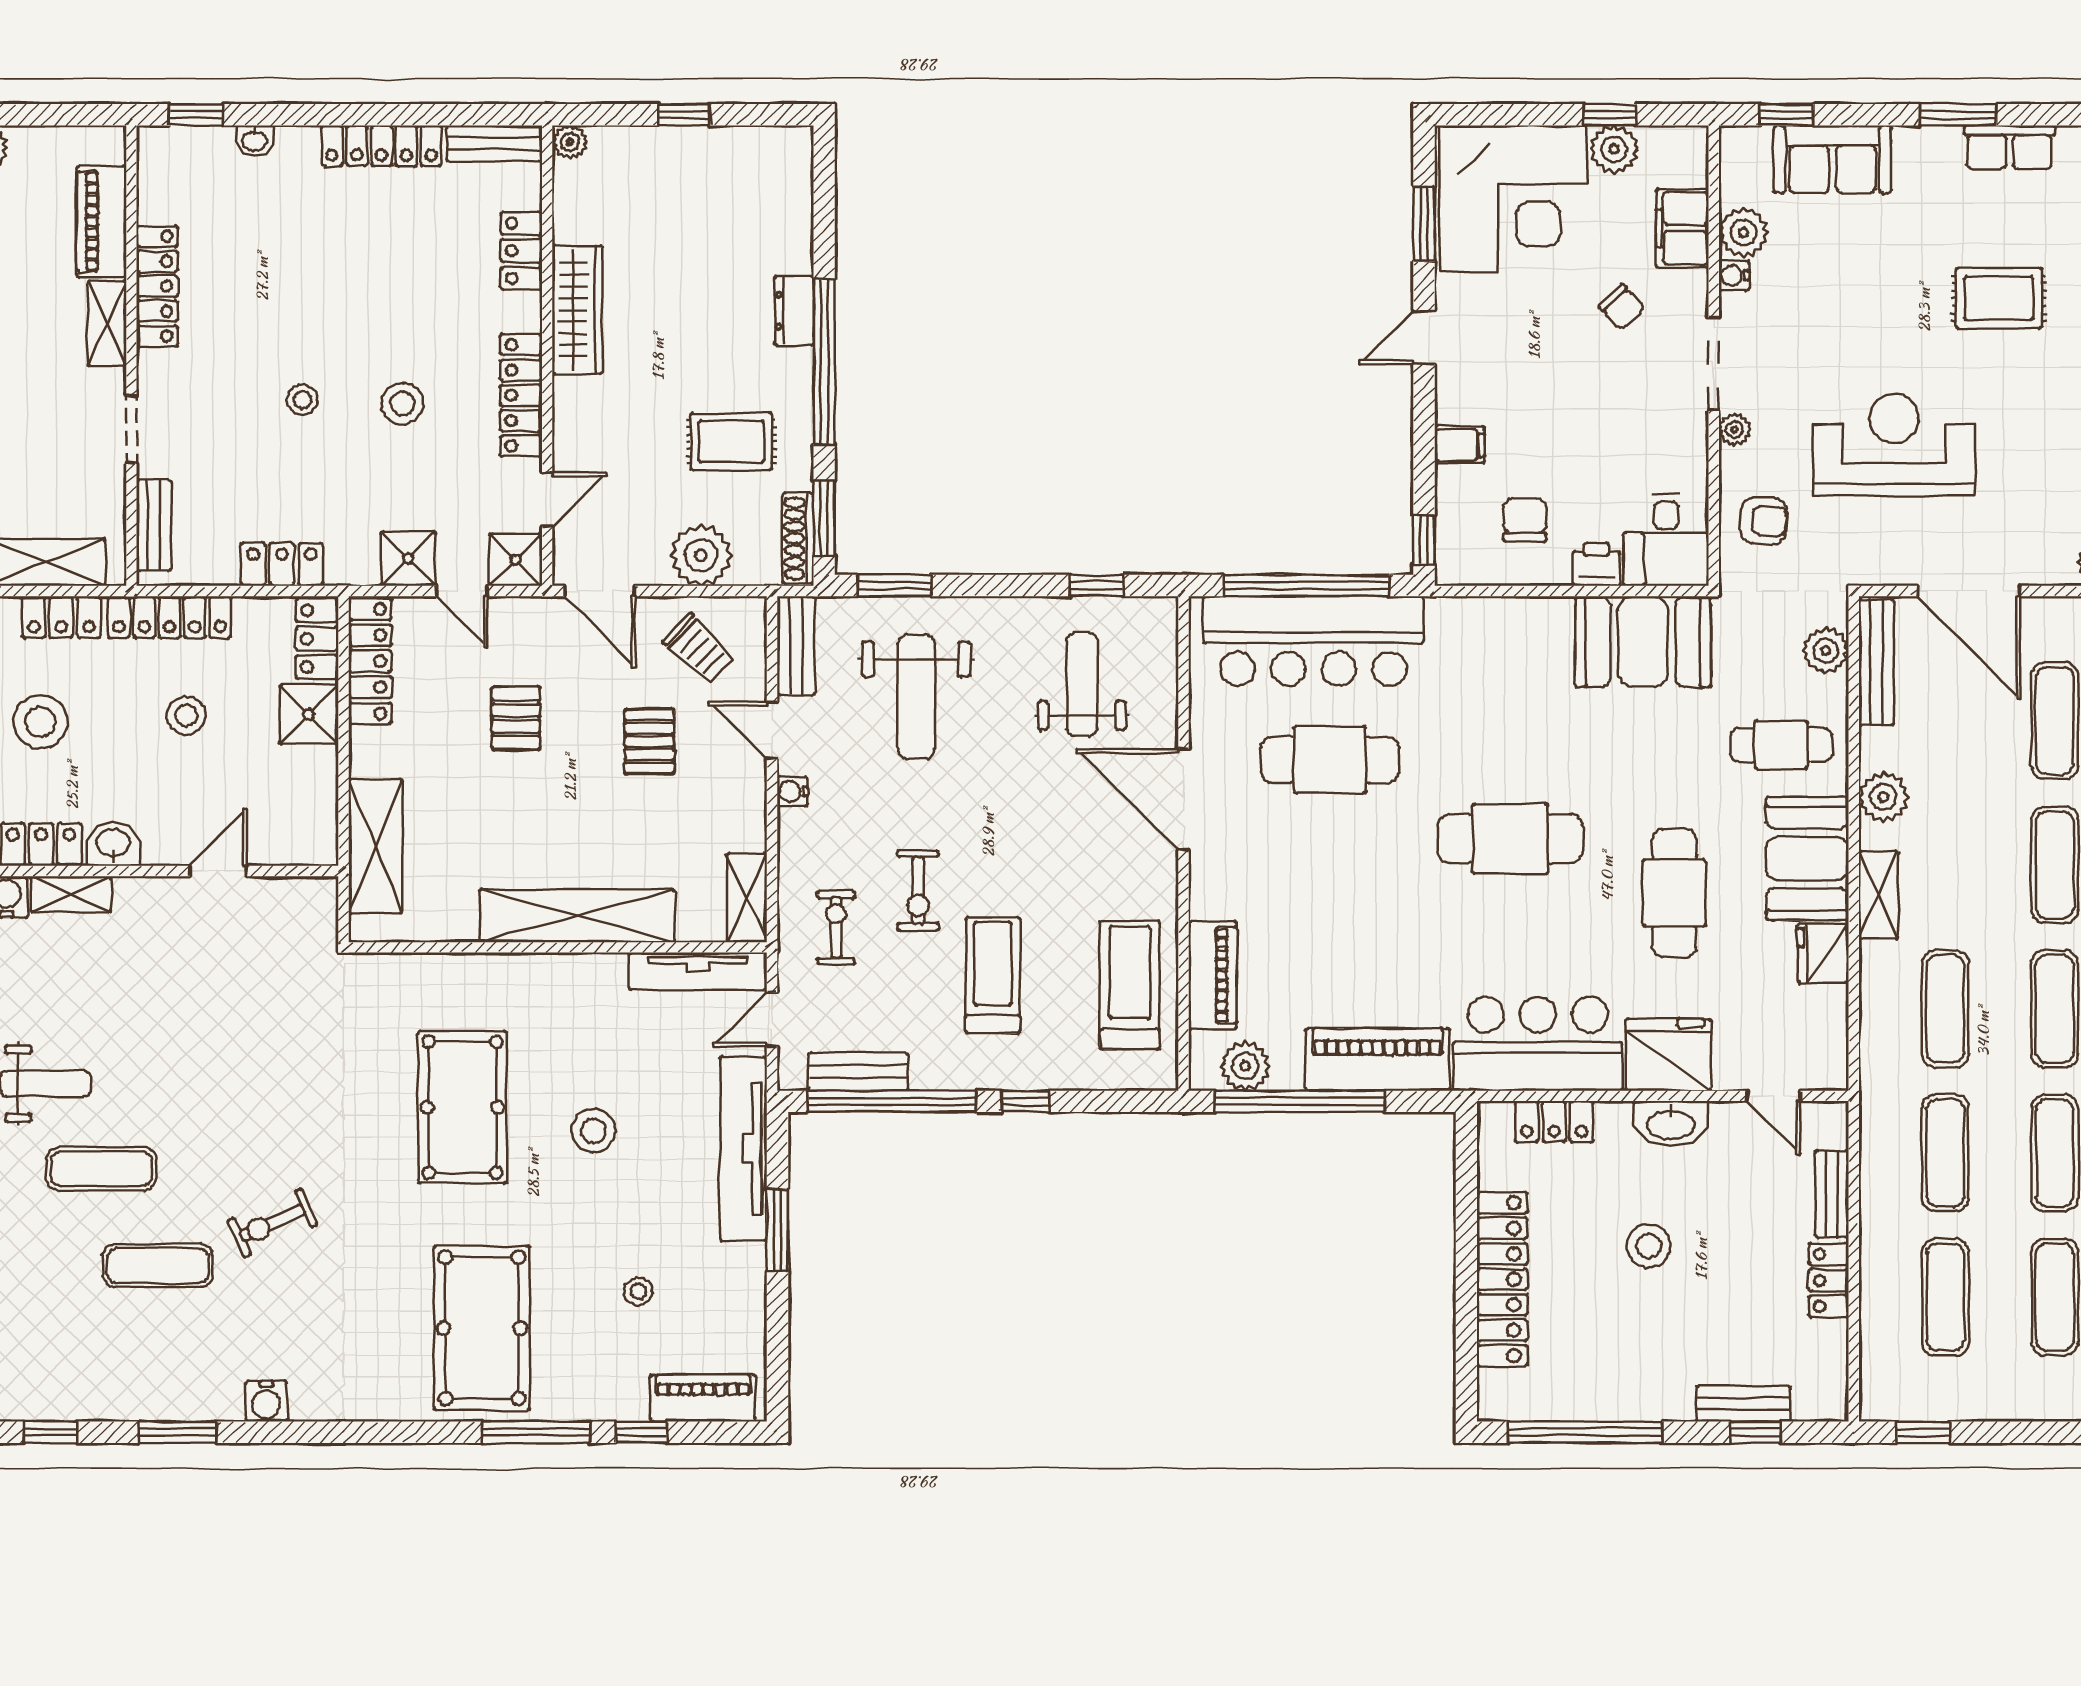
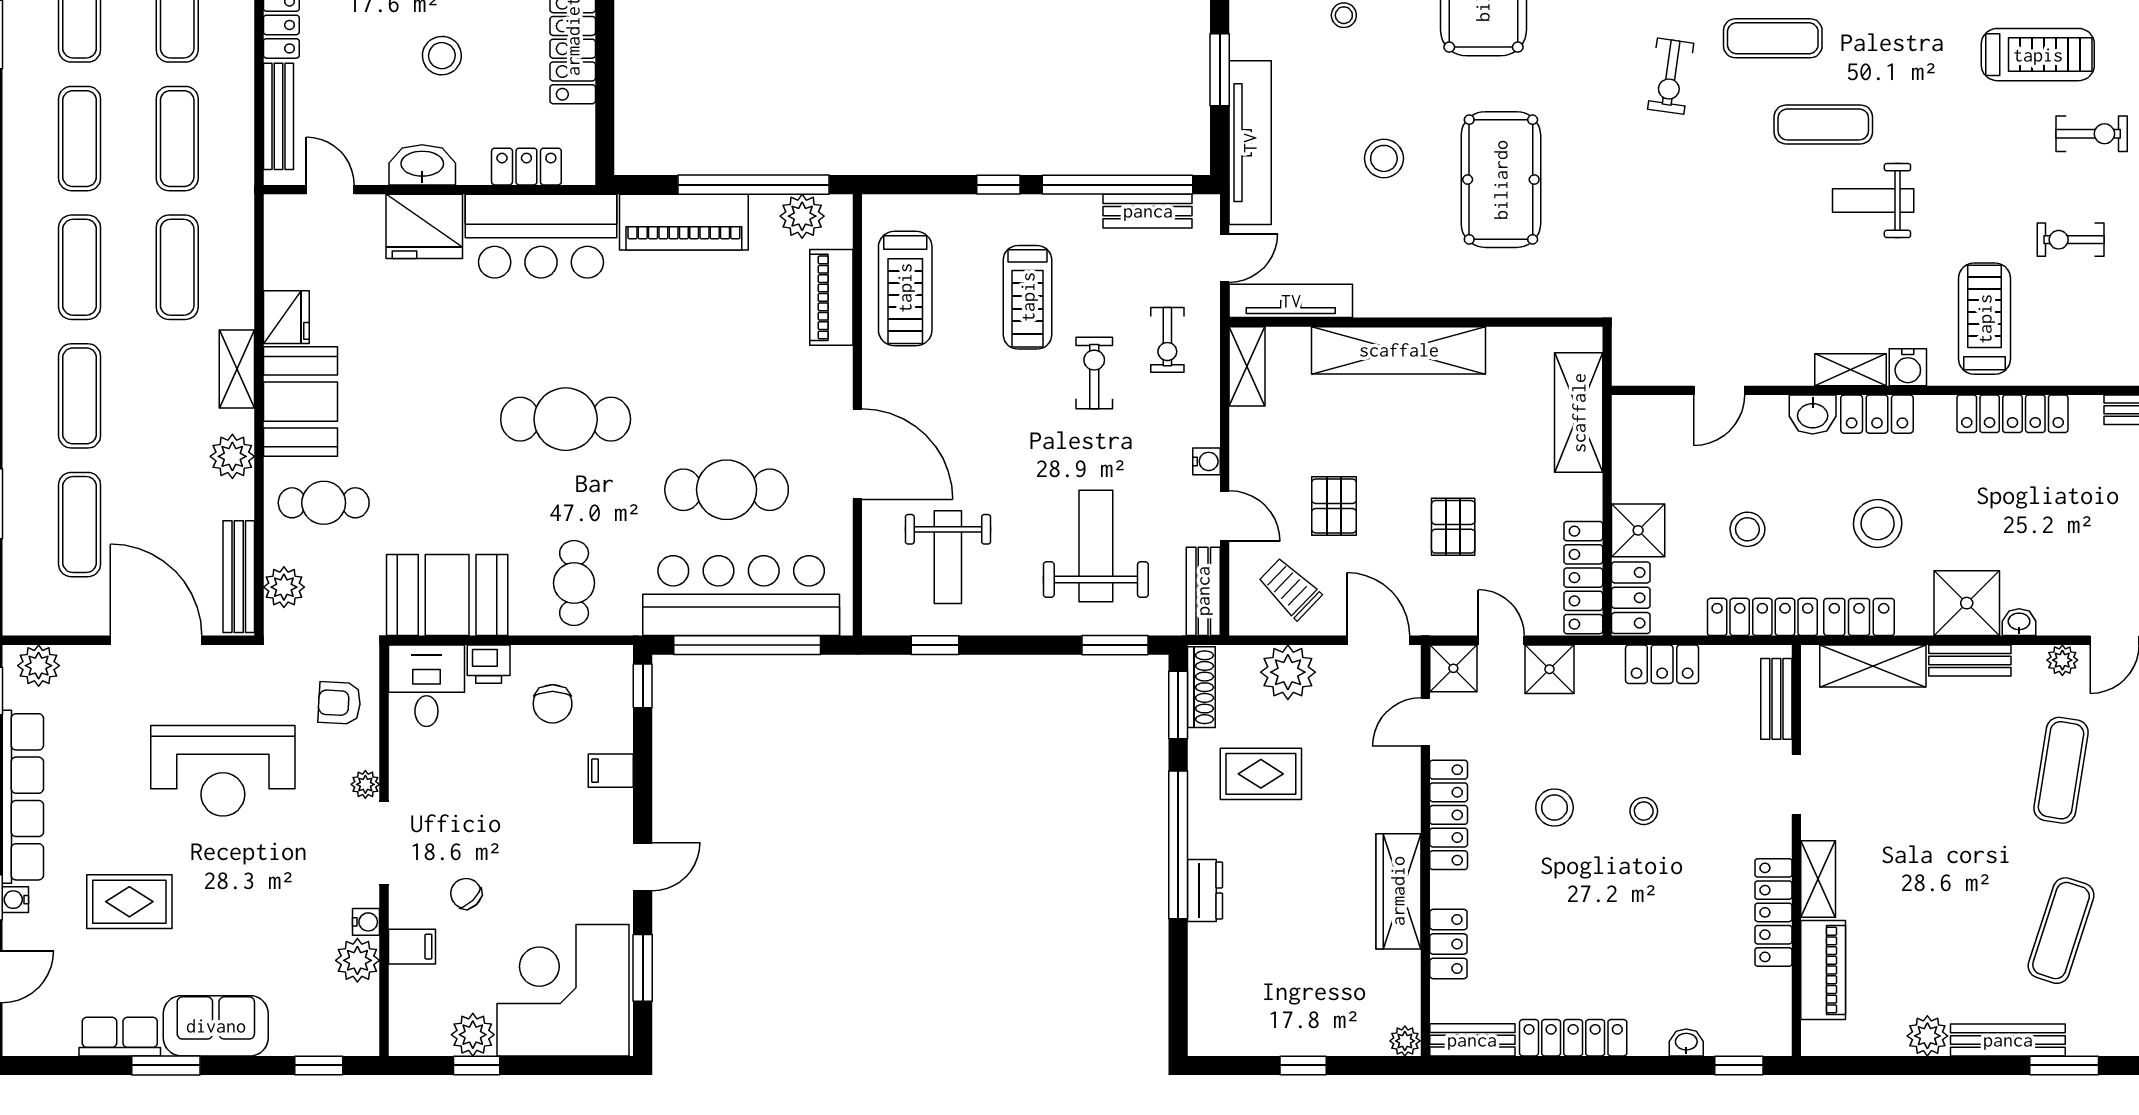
sofa: (1833, 159) -> (216, 1026), moved
filing cabinet: (1682, 228) -> (412, 947), width x0.50
cafe table: (1674, 893) -> (574, 583), moved, width x0.73, depth x0.74
bench: (1832, 1194) -> (278, 116), width x1.36
exercise bike: (272, 1223) -> (1671, 76), turned 122

